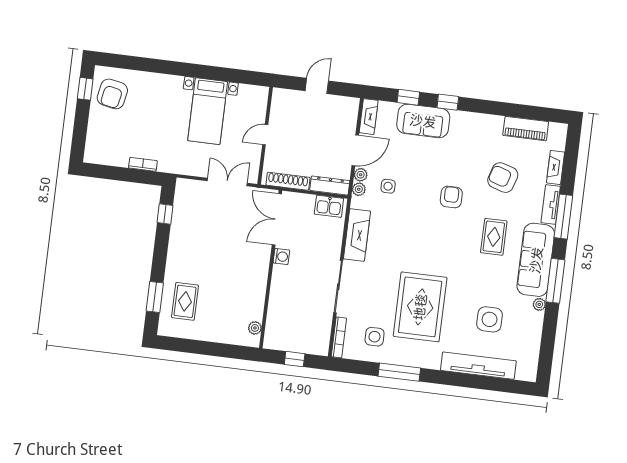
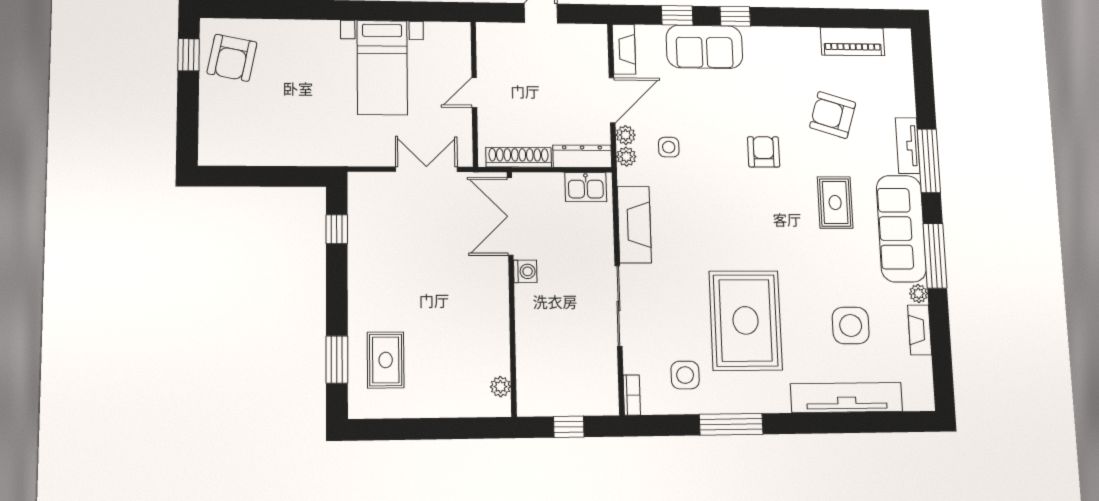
bookcase: (143, 164) -> (293, 158), removed
fireplace: (556, 168) -> (920, 330), moved
bookcase: (339, 337) -> (632, 395), width x0.64

